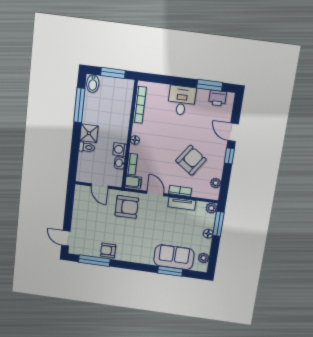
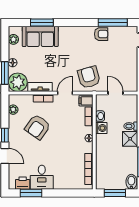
desk: (182, 100) -> (42, 177), moved
door: (155, 193) -> (65, 93), swing flipped
armchair: (127, 207) -> (89, 77), turned 74
plant: (211, 208) -> (18, 82), width x1.87, depth x1.87

